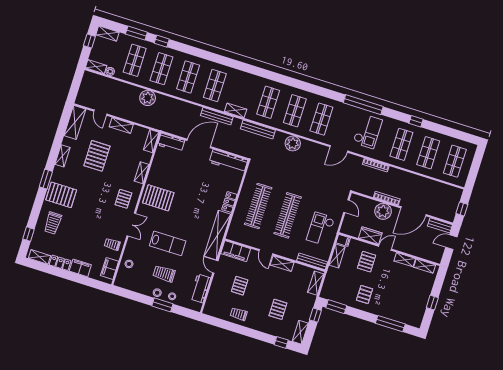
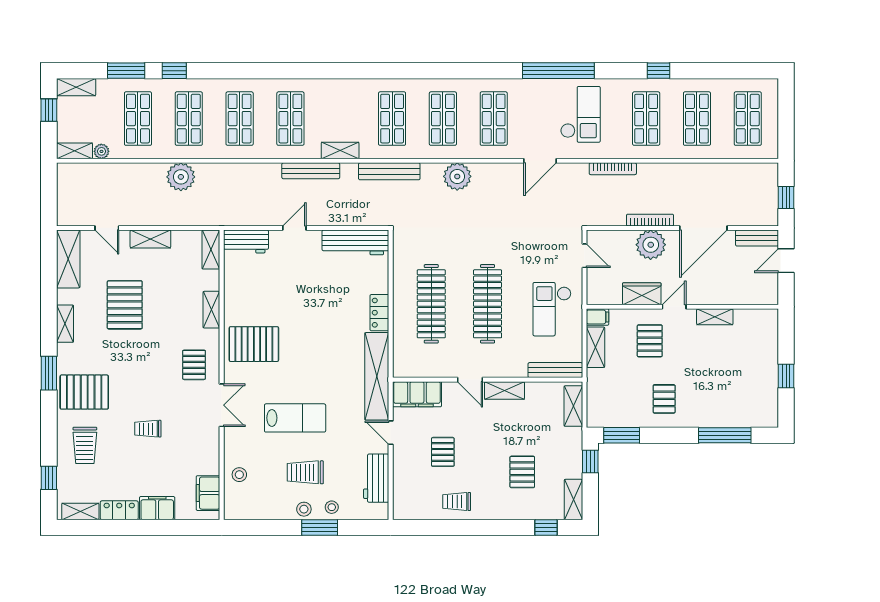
door: (199, 144) -> (294, 228), width x0.53
trolley: (112, 244) -> (148, 429), moved
shelving: (425, 266) -> (753, 317), removed

